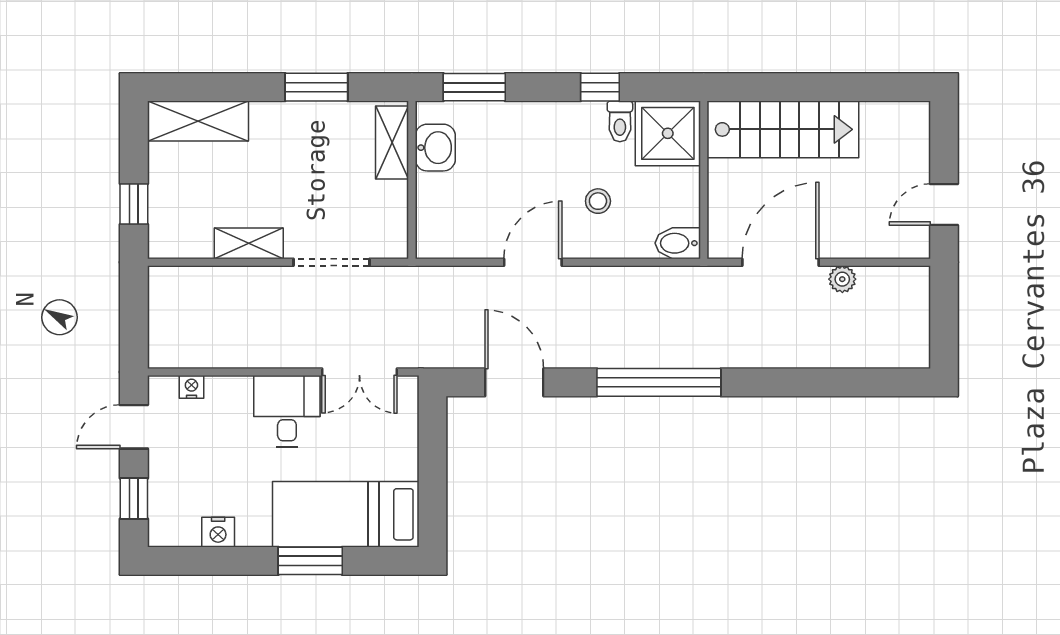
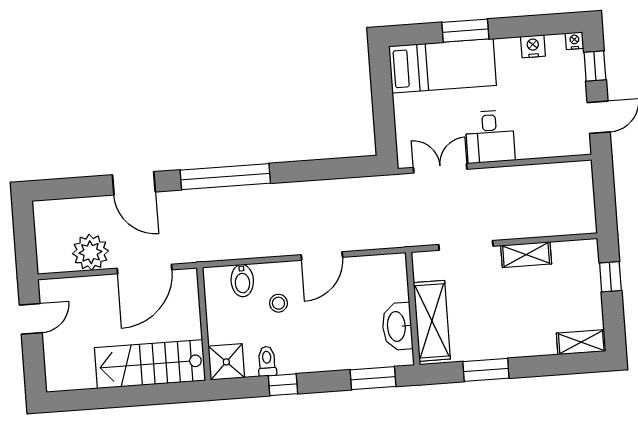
shelving: (198, 121) -> (581, 342), width x0.67, depth x0.75
shower: (668, 133) -> (226, 362), width x0.73, depth x0.73
shelving: (392, 143) -> (432, 321), width x1.50, depth x1.33
washbasin: (435, 148) -> (397, 326), width x1.38
bidet: (678, 243) -> (242, 281), moved, turned 90
plant: (842, 279) -> (90, 252), width x1.88, depth x1.88
door: (514, 382) -> (134, 183), moved
nightstand: (191, 387) -> (574, 41), moved, turned 180

